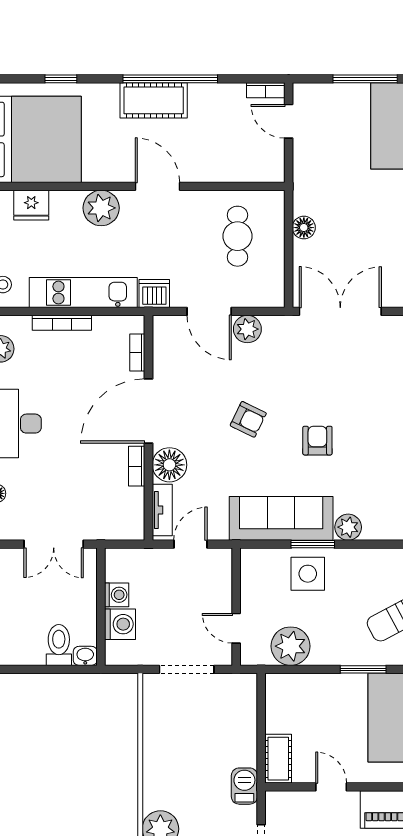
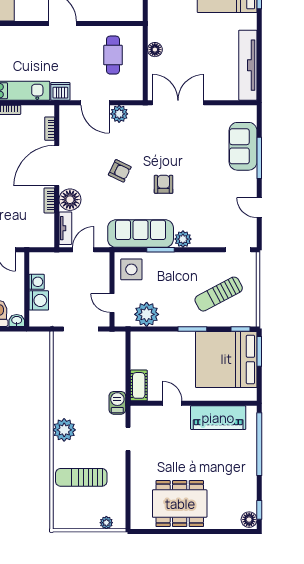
plant: (101, 208) -> (27, 37), removed
side table: (308, 574) -> (131, 269), moved

